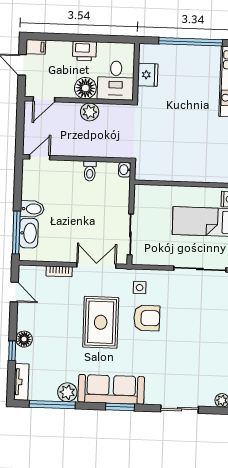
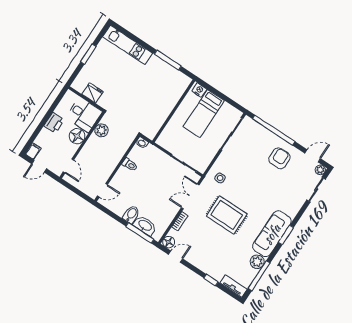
window: (191, 42) -> (88, 54), width x0.47
plant: (90, 112) -> (102, 130), moved
door: (40, 157) -> (102, 190), swing flipped
armchair: (147, 318) -> (279, 158), moved
floor lamp: (24, 339) -> (169, 242), moved
sliding door: (179, 409) -> (316, 190), moved

